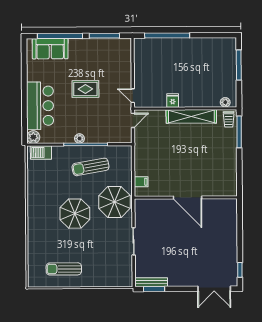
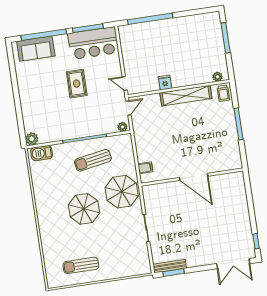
rug: (85, 89) -> (77, 84), turned 90
bar counter: (40, 106) -> (93, 43), moved, turned 90
window: (239, 132) -> (238, 124), moved
plant: (79, 138) -> (122, 127), moved

